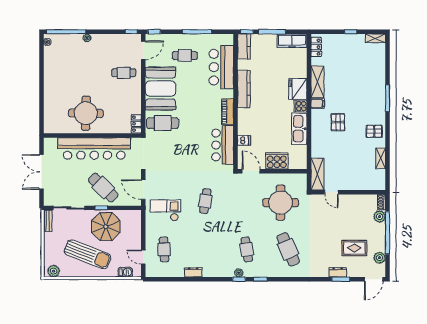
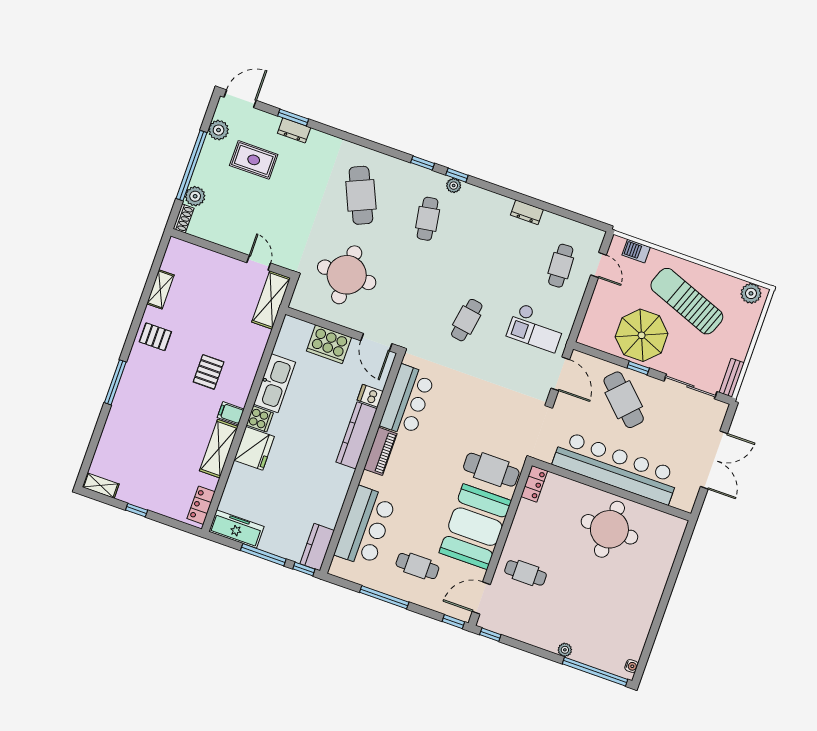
kitchen counter: (244, 89) -> (356, 435), moved

